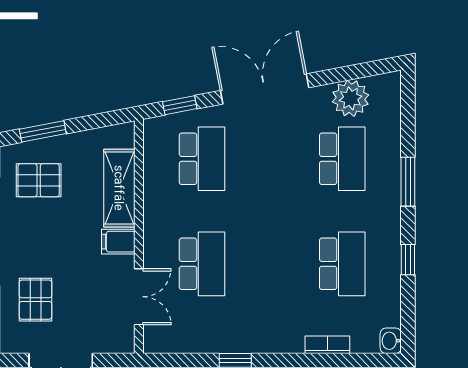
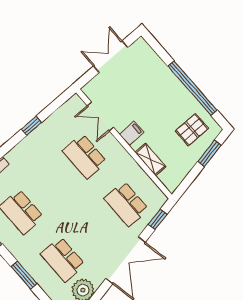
shelving: (119, 188) -> (150, 160), width x0.67, depth x0.75
pallet: (36, 300) -> (146, 74), removed

